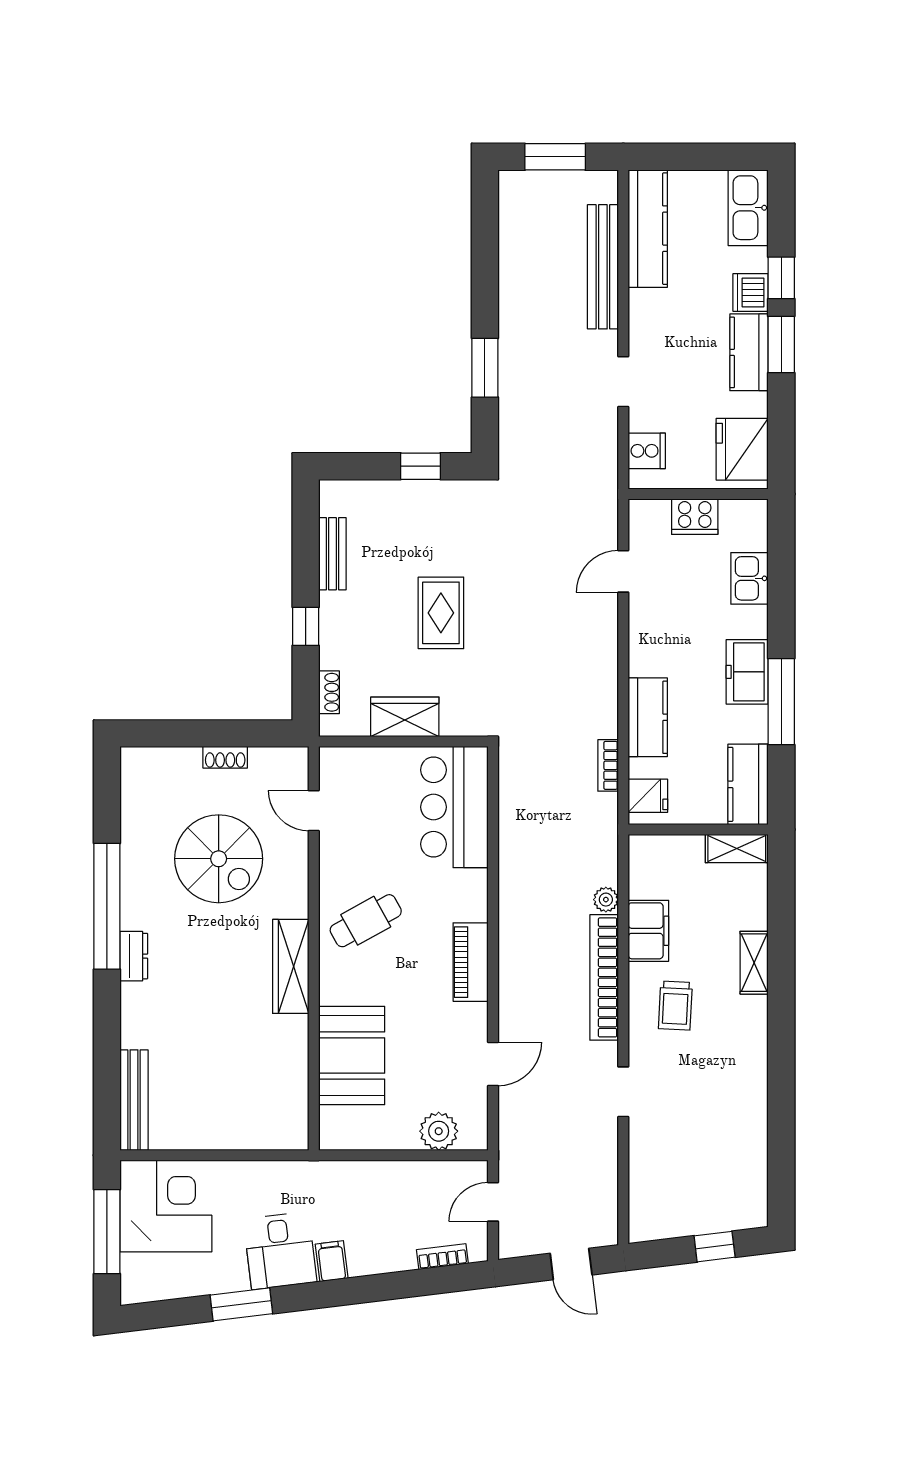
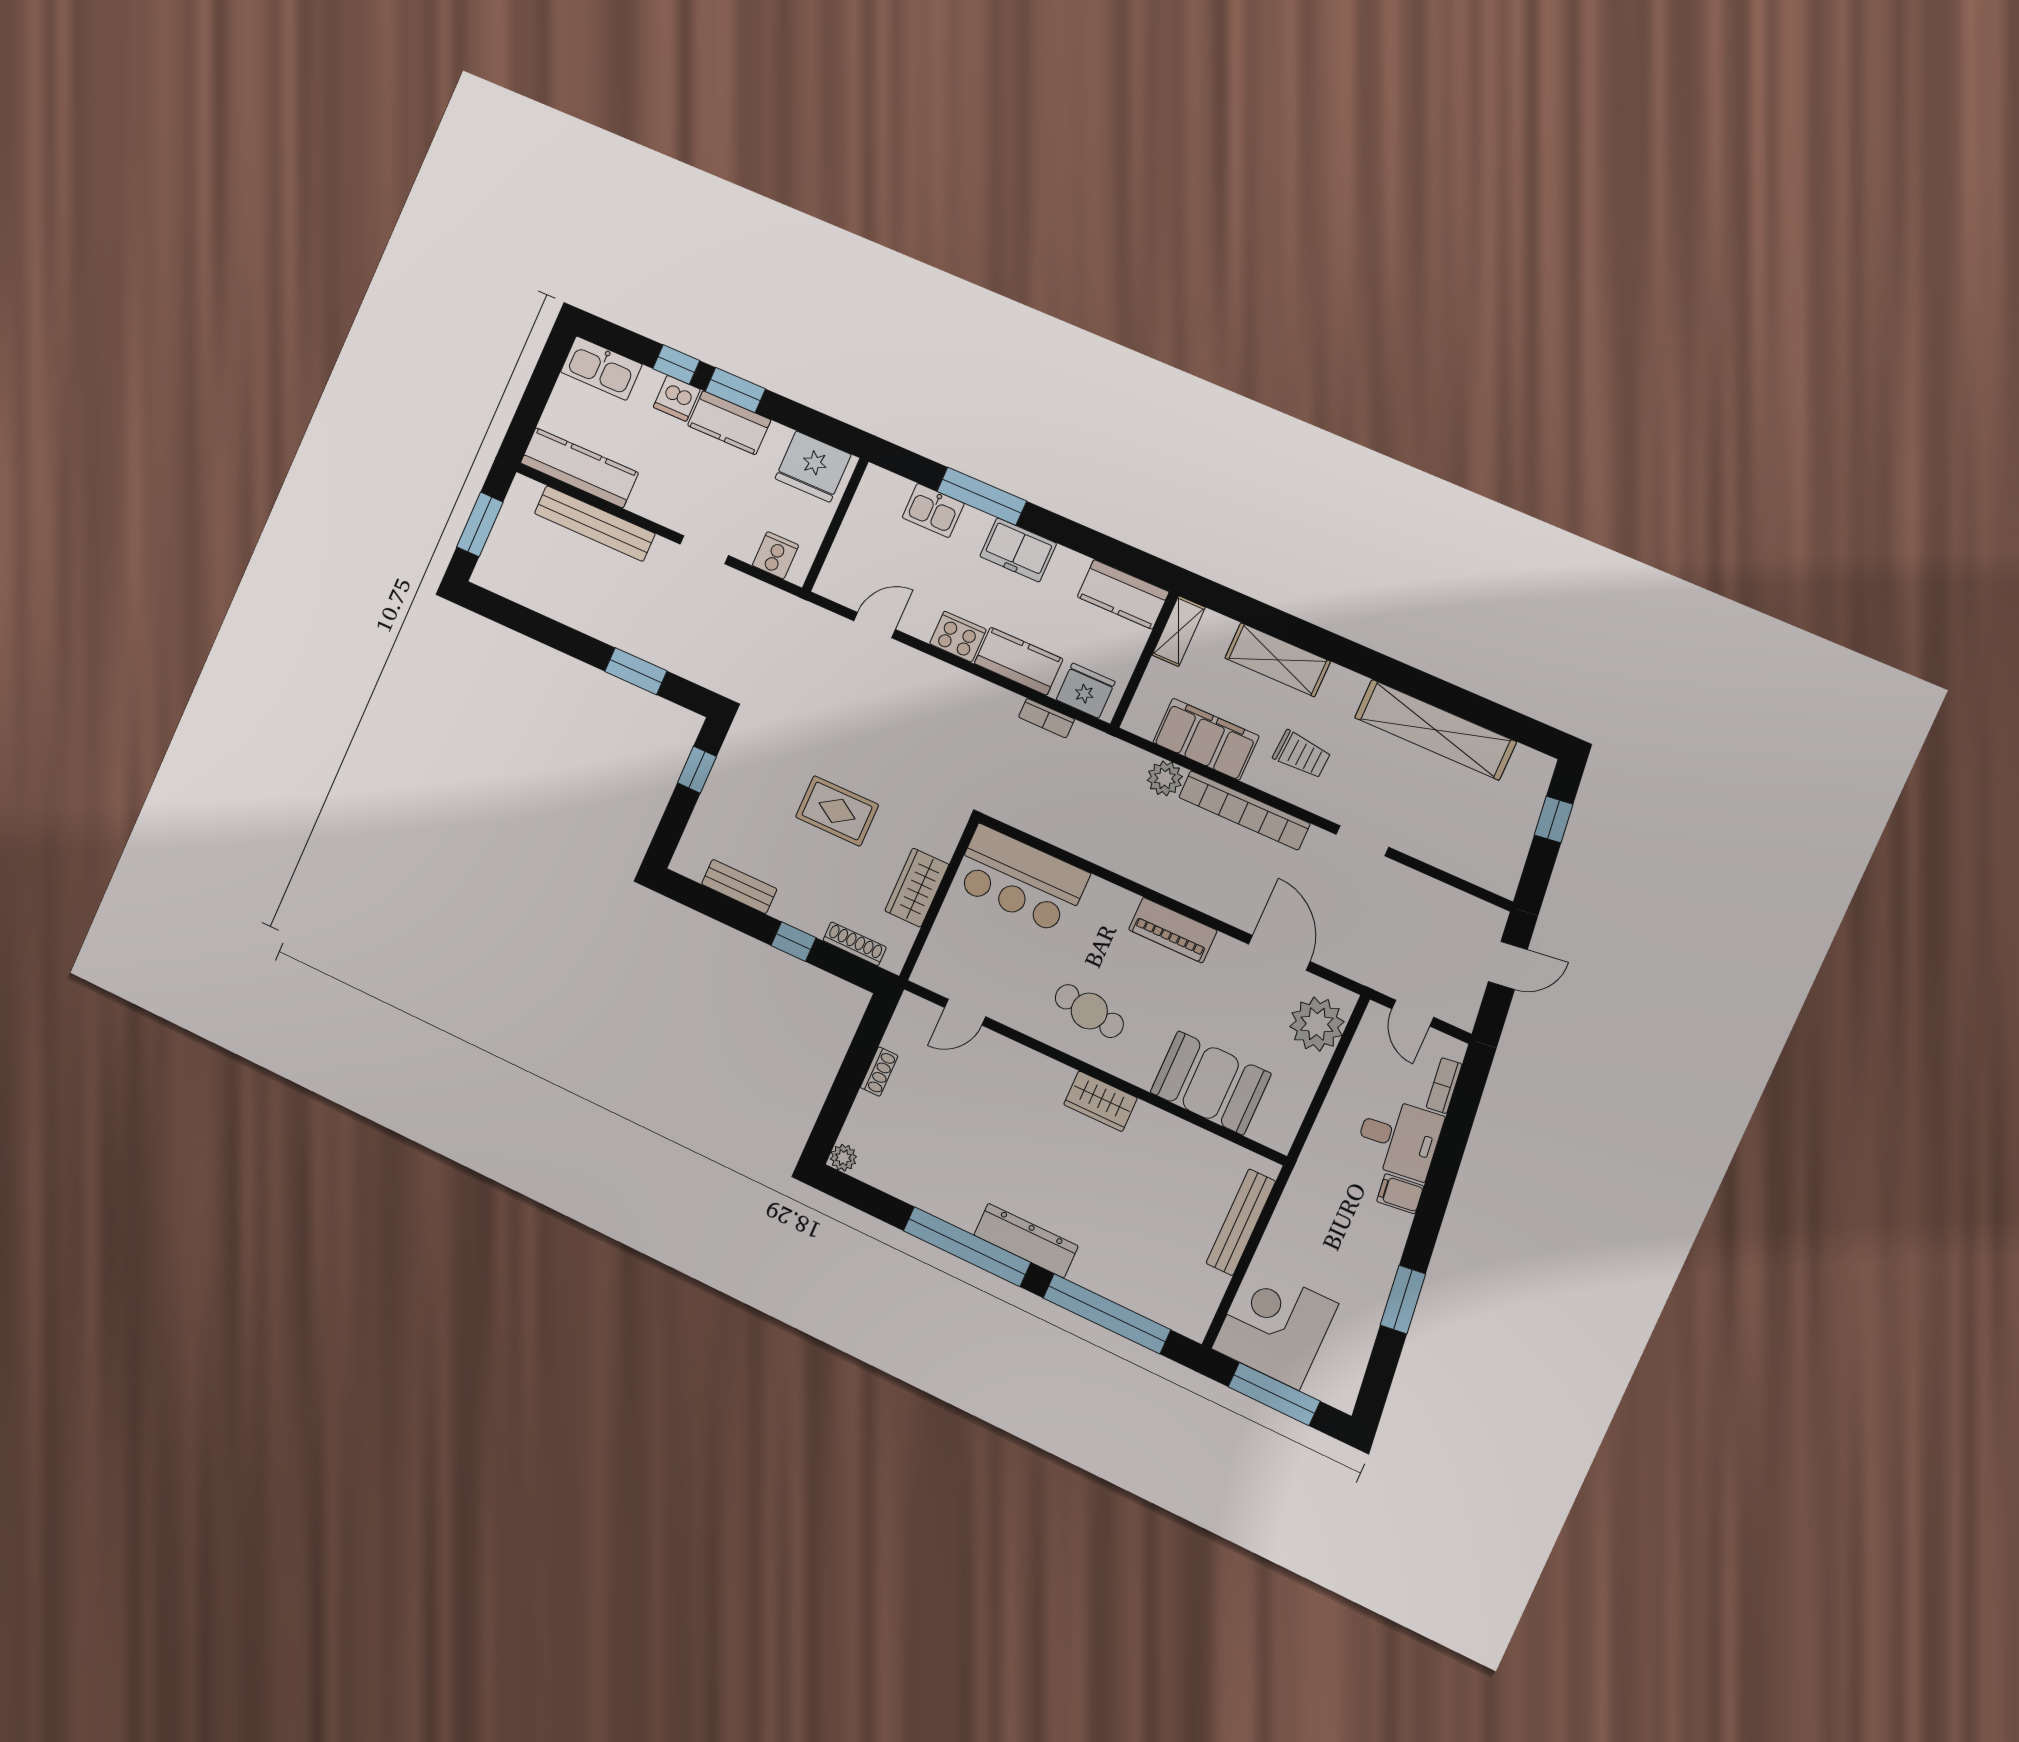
cooker: (695, 517) -> (958, 637), moved, turned -90
door: (623, 571) -> (875, 625), swing flipped
shoe rack: (329, 692) -> (855, 944), width x1.43
window: (781, 702) -> (982, 496), moved
plant: (133, 760) -> (843, 1158), added
fridge: (648, 796) -> (1086, 691), width x1.38
spiral stairs: (219, 859) -> (970, 1122), removed
plant: (606, 900) -> (1165, 778), width x1.38, depth x1.38
cafe table: (366, 921) -> (1089, 1011), turned -53
filing cabinet: (648, 931) -> (1206, 739), width x1.50, depth x1.17
dresser: (134, 956) -> (1026, 1240), width x1.96, depth x1.24
shelving: (754, 963) -> (1278, 660), width x1.50, depth x1.33
wardrobe: (291, 966) -> (1100, 1101), width x0.67
window: (107, 1056) -> (1107, 1314), added
door: (493, 1064) -> (1279, 953), width x1.38
bench: (134, 1100) -> (1241, 1222), moved, turned 90
shelving: (748, 1111) -> (1435, 730), added
plant: (439, 1131) -> (1317, 1024), width x1.36, depth x1.36
desk: (280, 1251) -> (1399, 1138), moved

